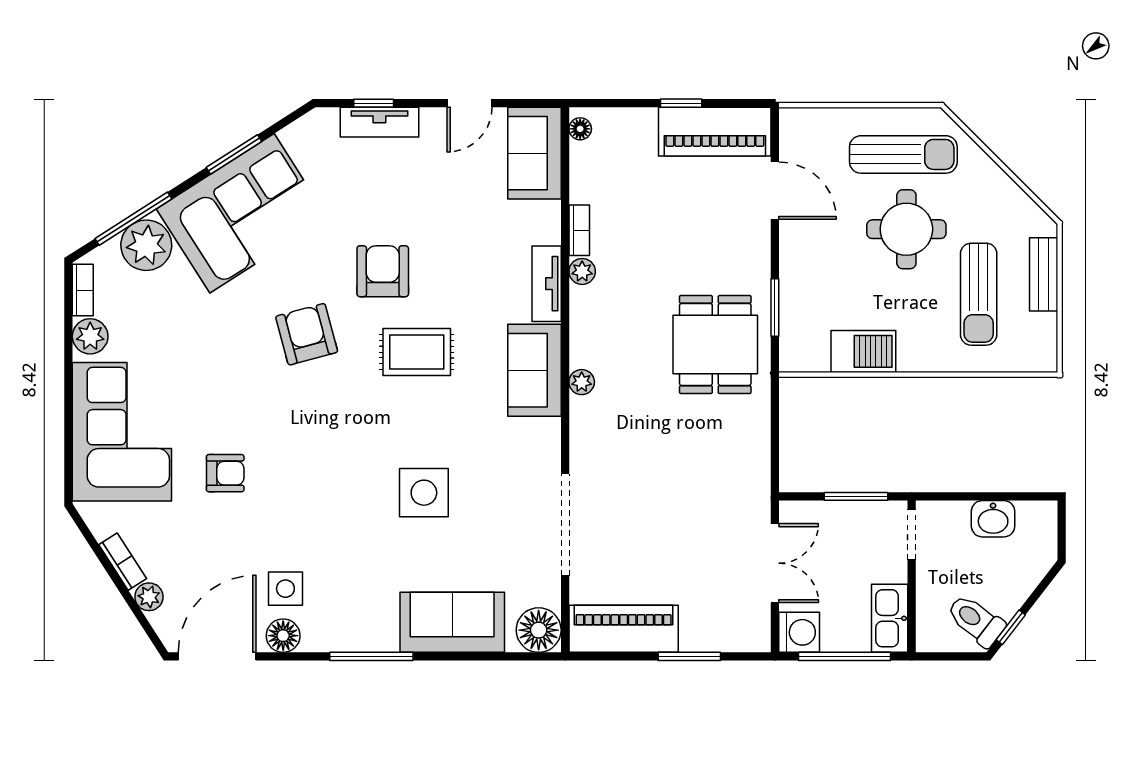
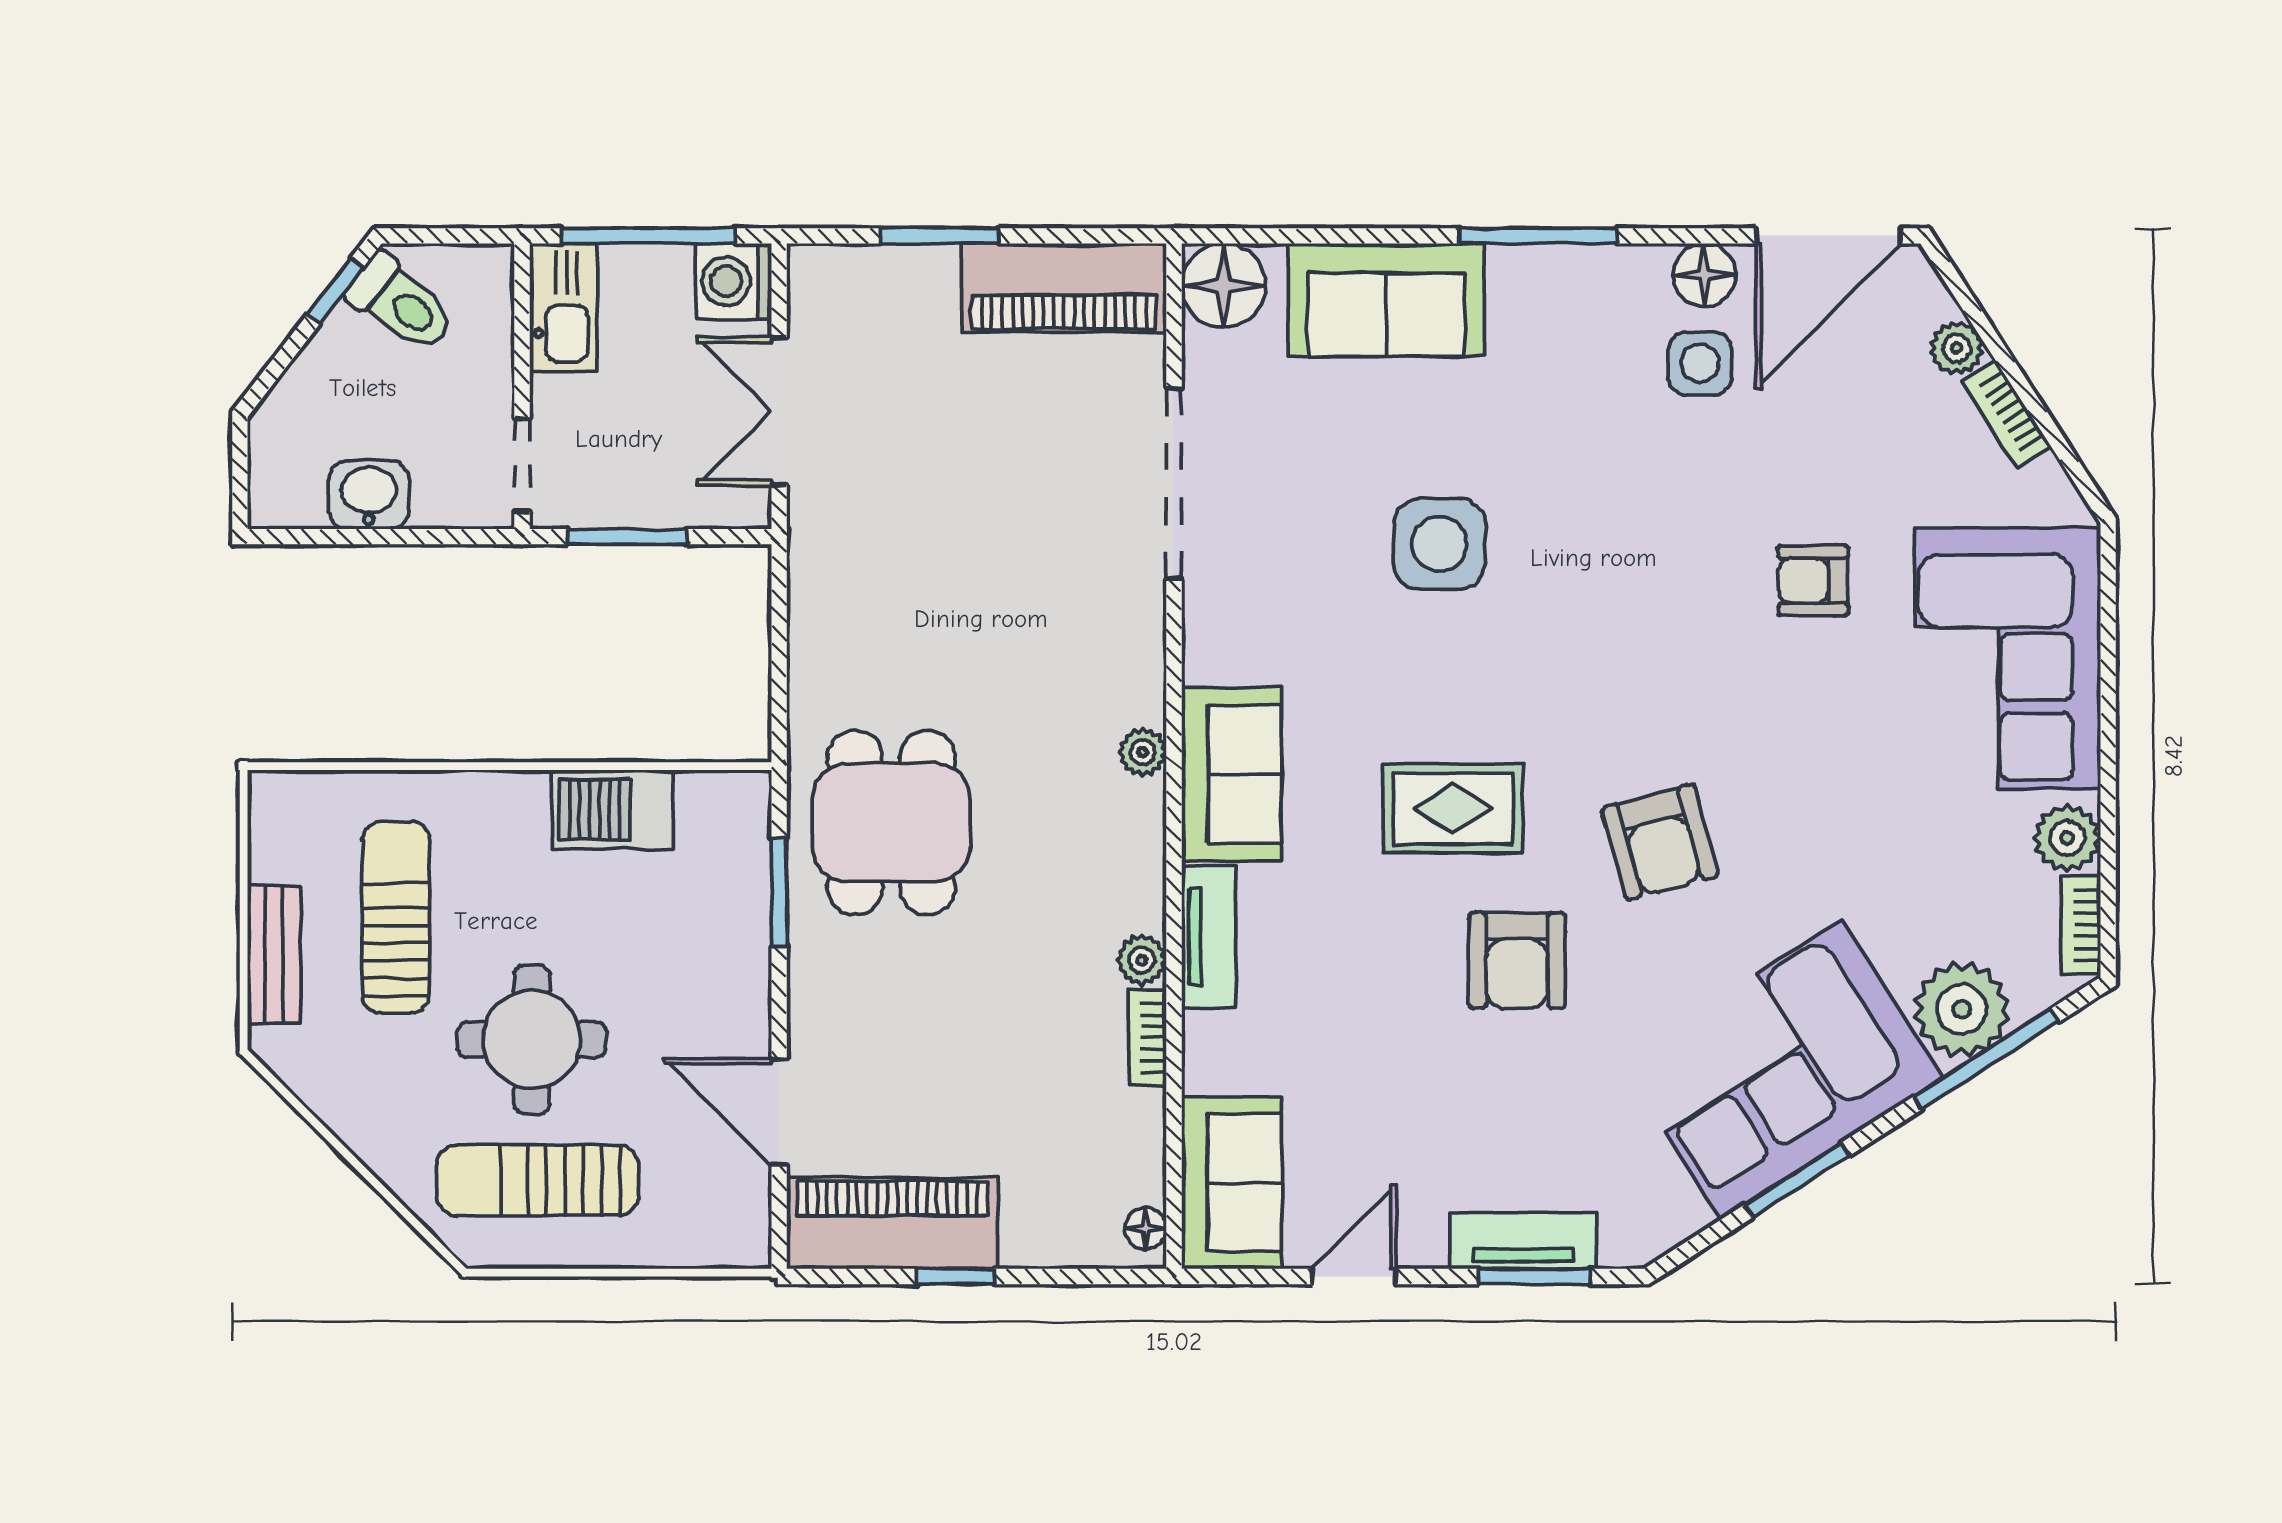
window: (374, 103) -> (1534, 1276), width x1.50

